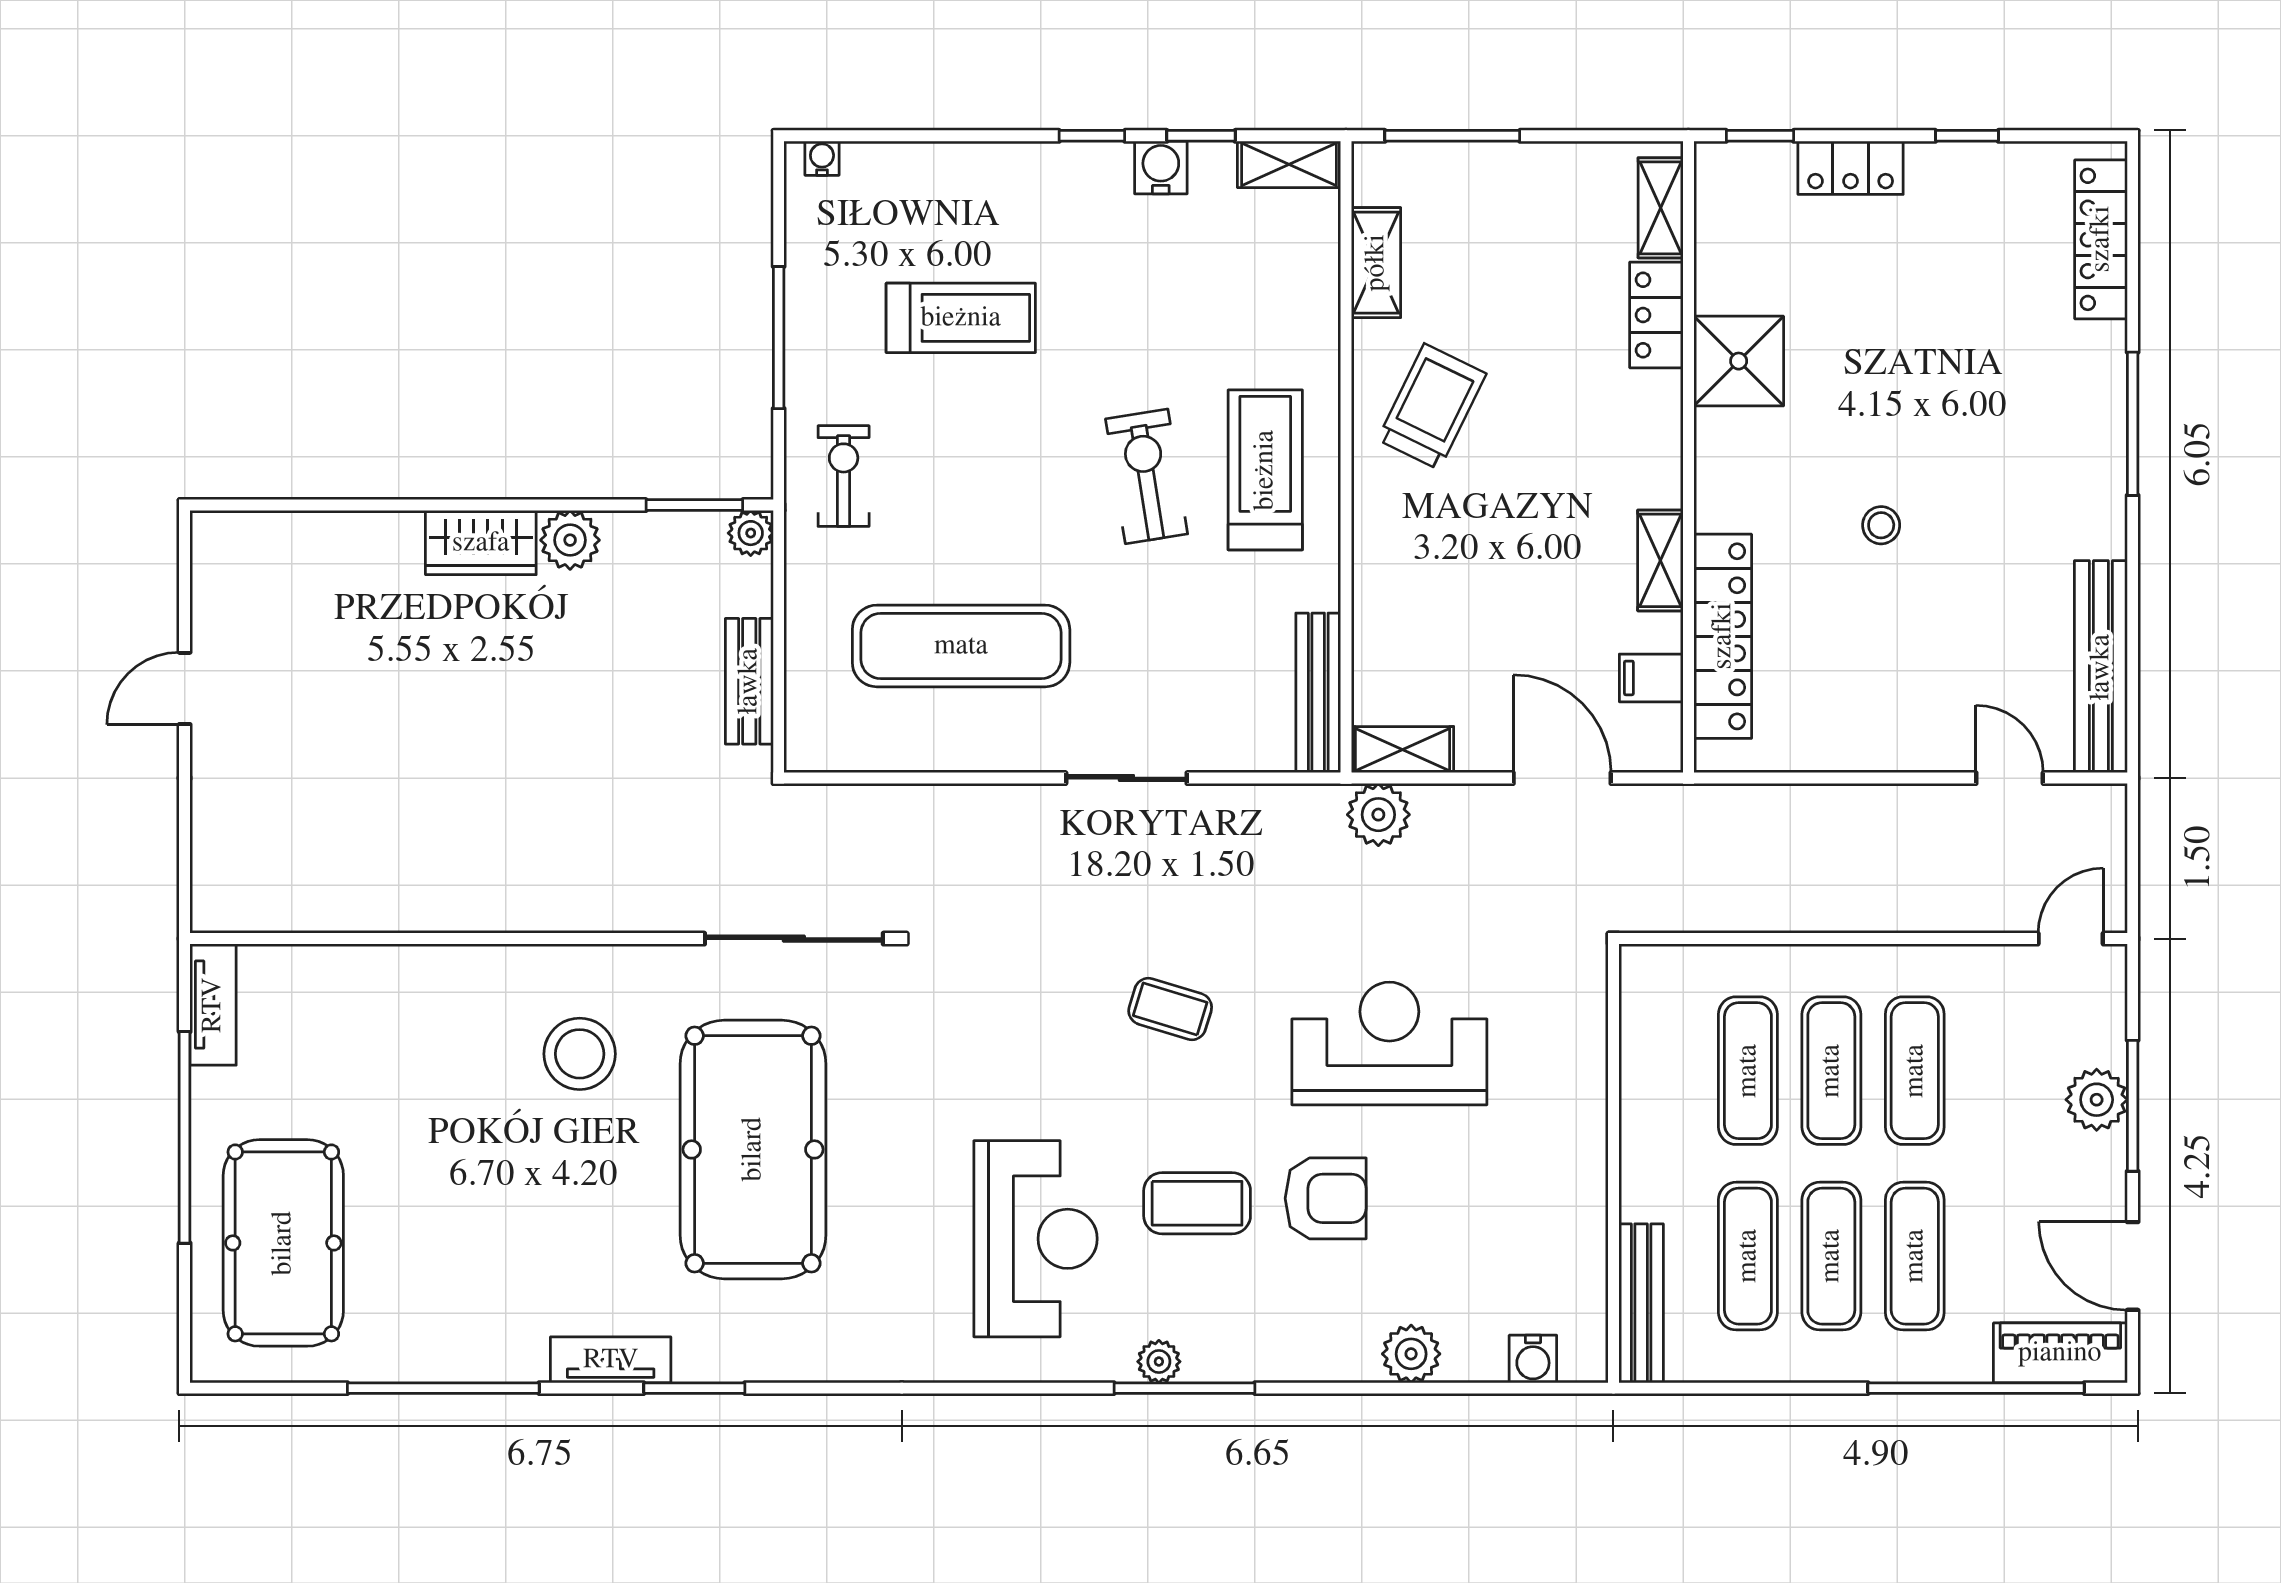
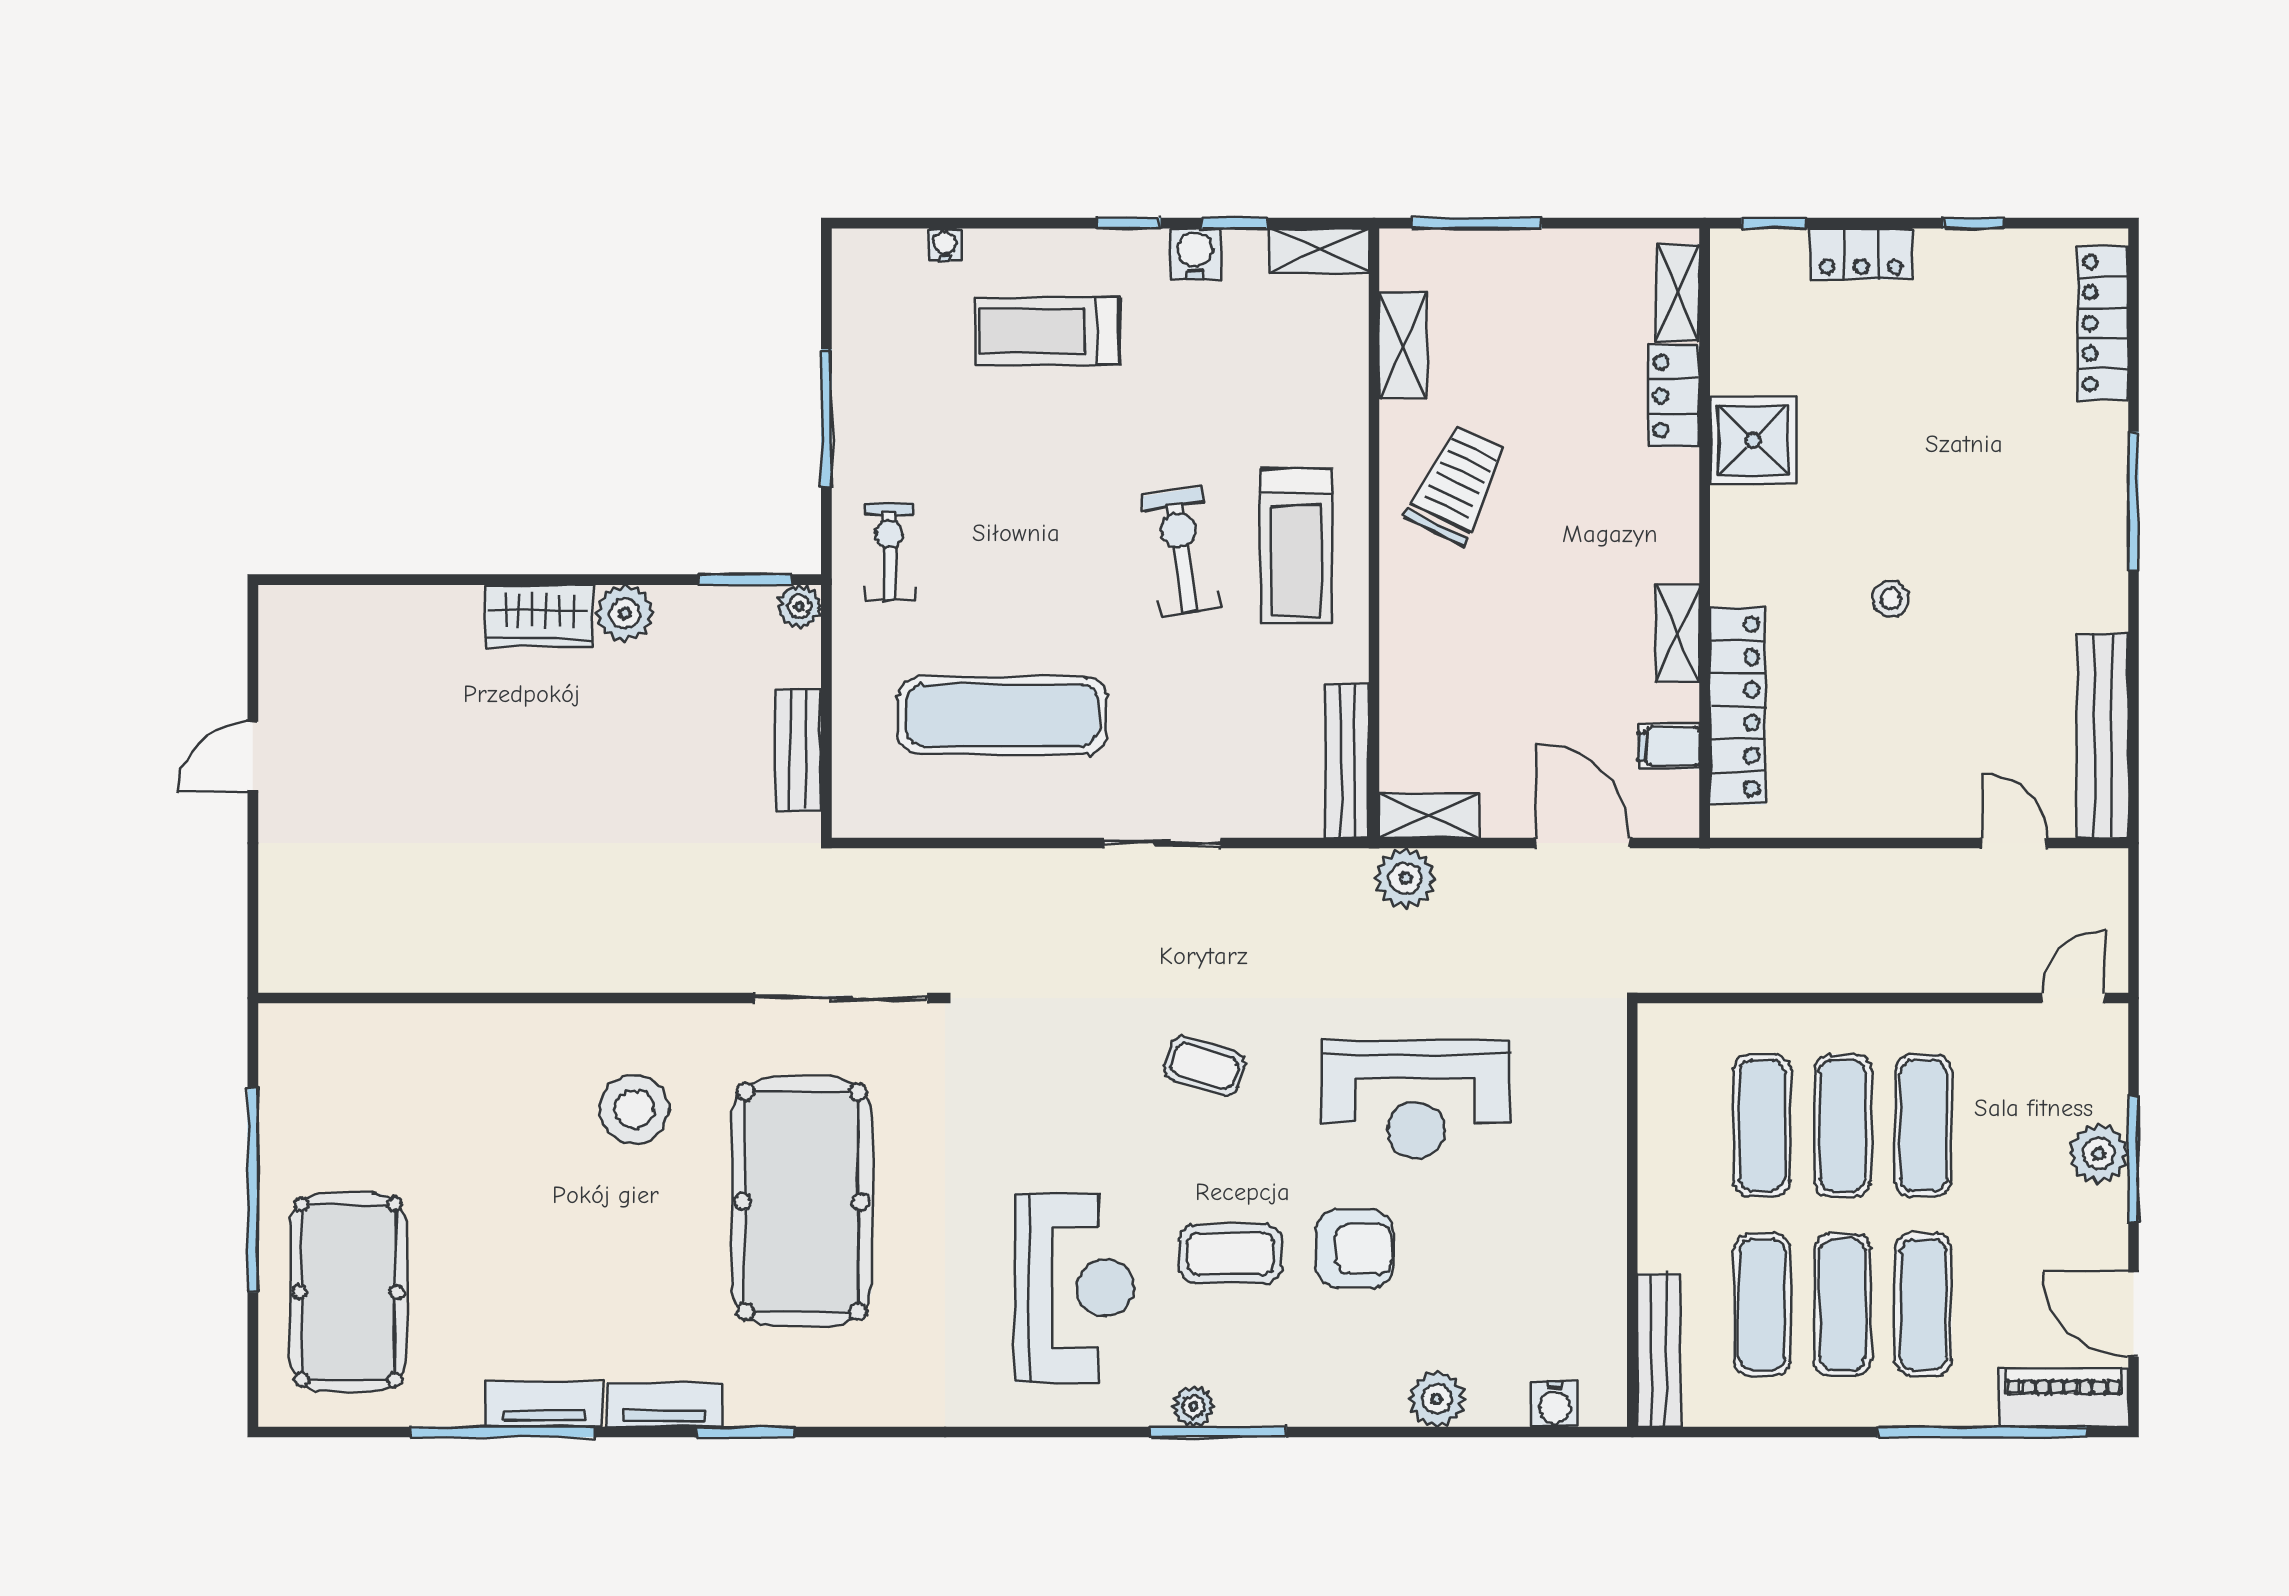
water cooler: (822, 158) -> (945, 245), moved
treadmill: (961, 318) -> (1047, 331), moved, turned 180
treadmill: (1265, 470) -> (1296, 546), turned 180
tv unit: (213, 1005) -> (543, 1405), moved, turned -90
reception desk: (1389, 1043) -> (1416, 1099), turned 180

